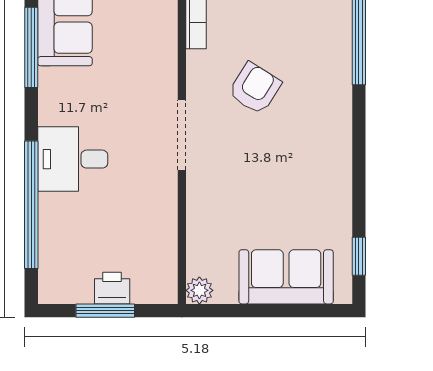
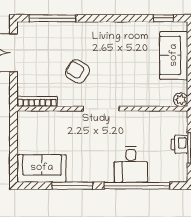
window: (31, 47) -> (72, 186), moved
desk: (73, 159) -> (131, 164), moved

